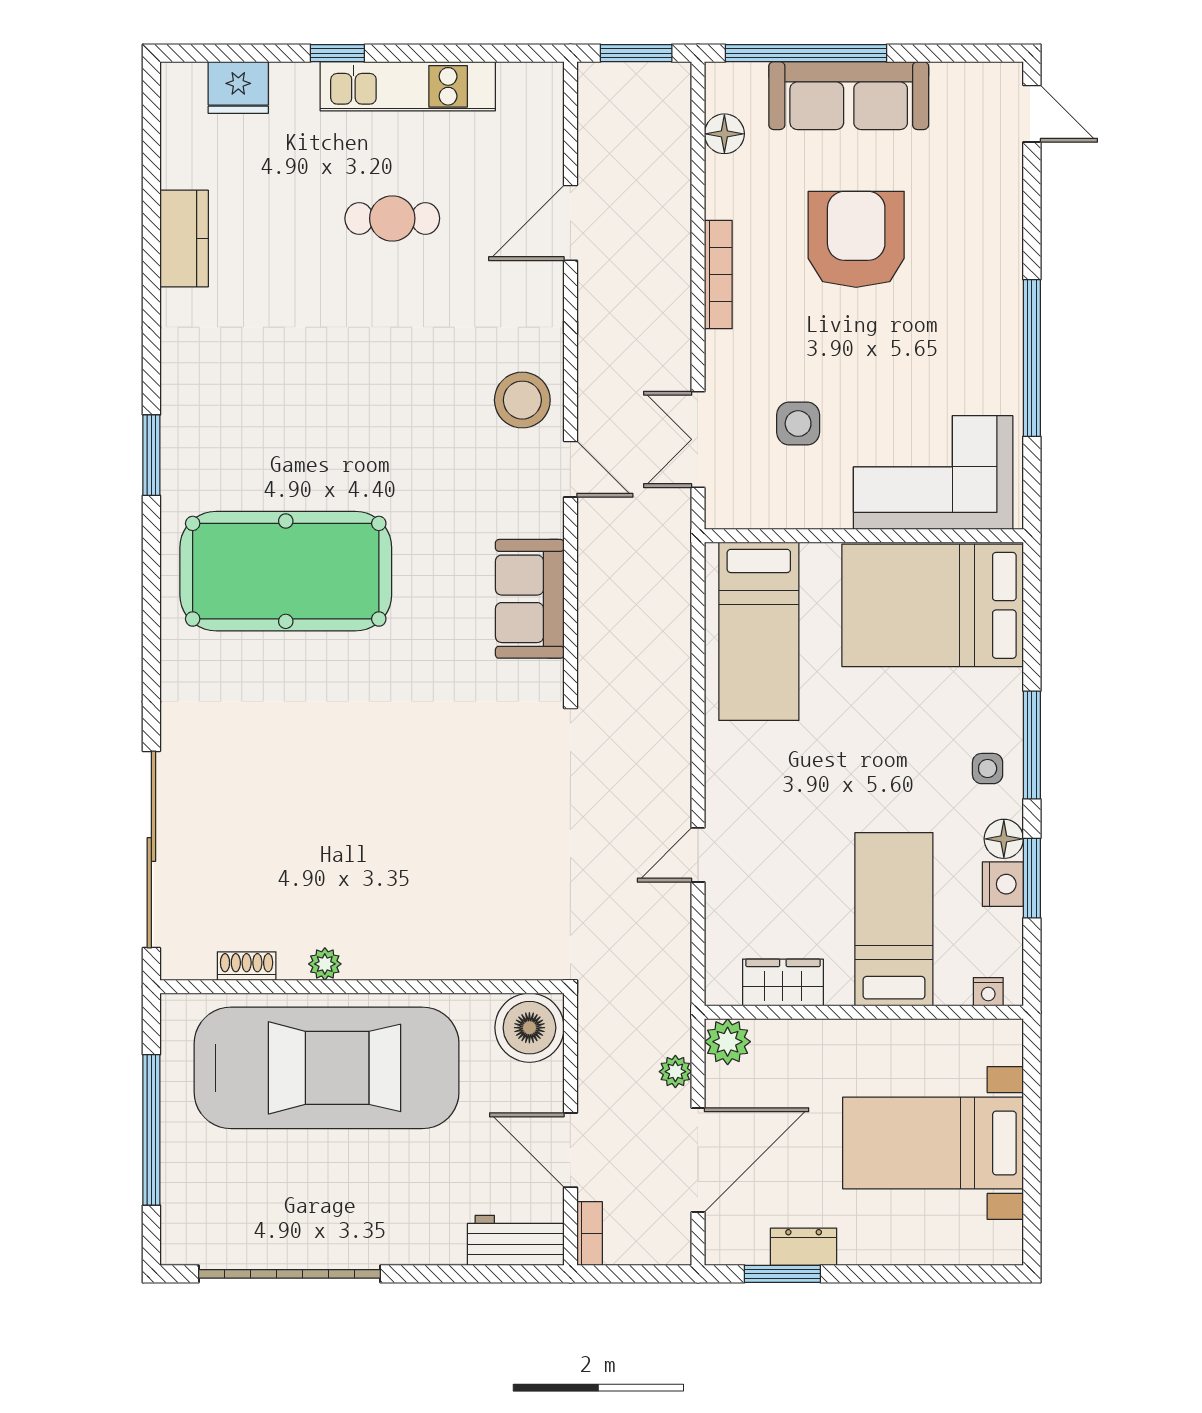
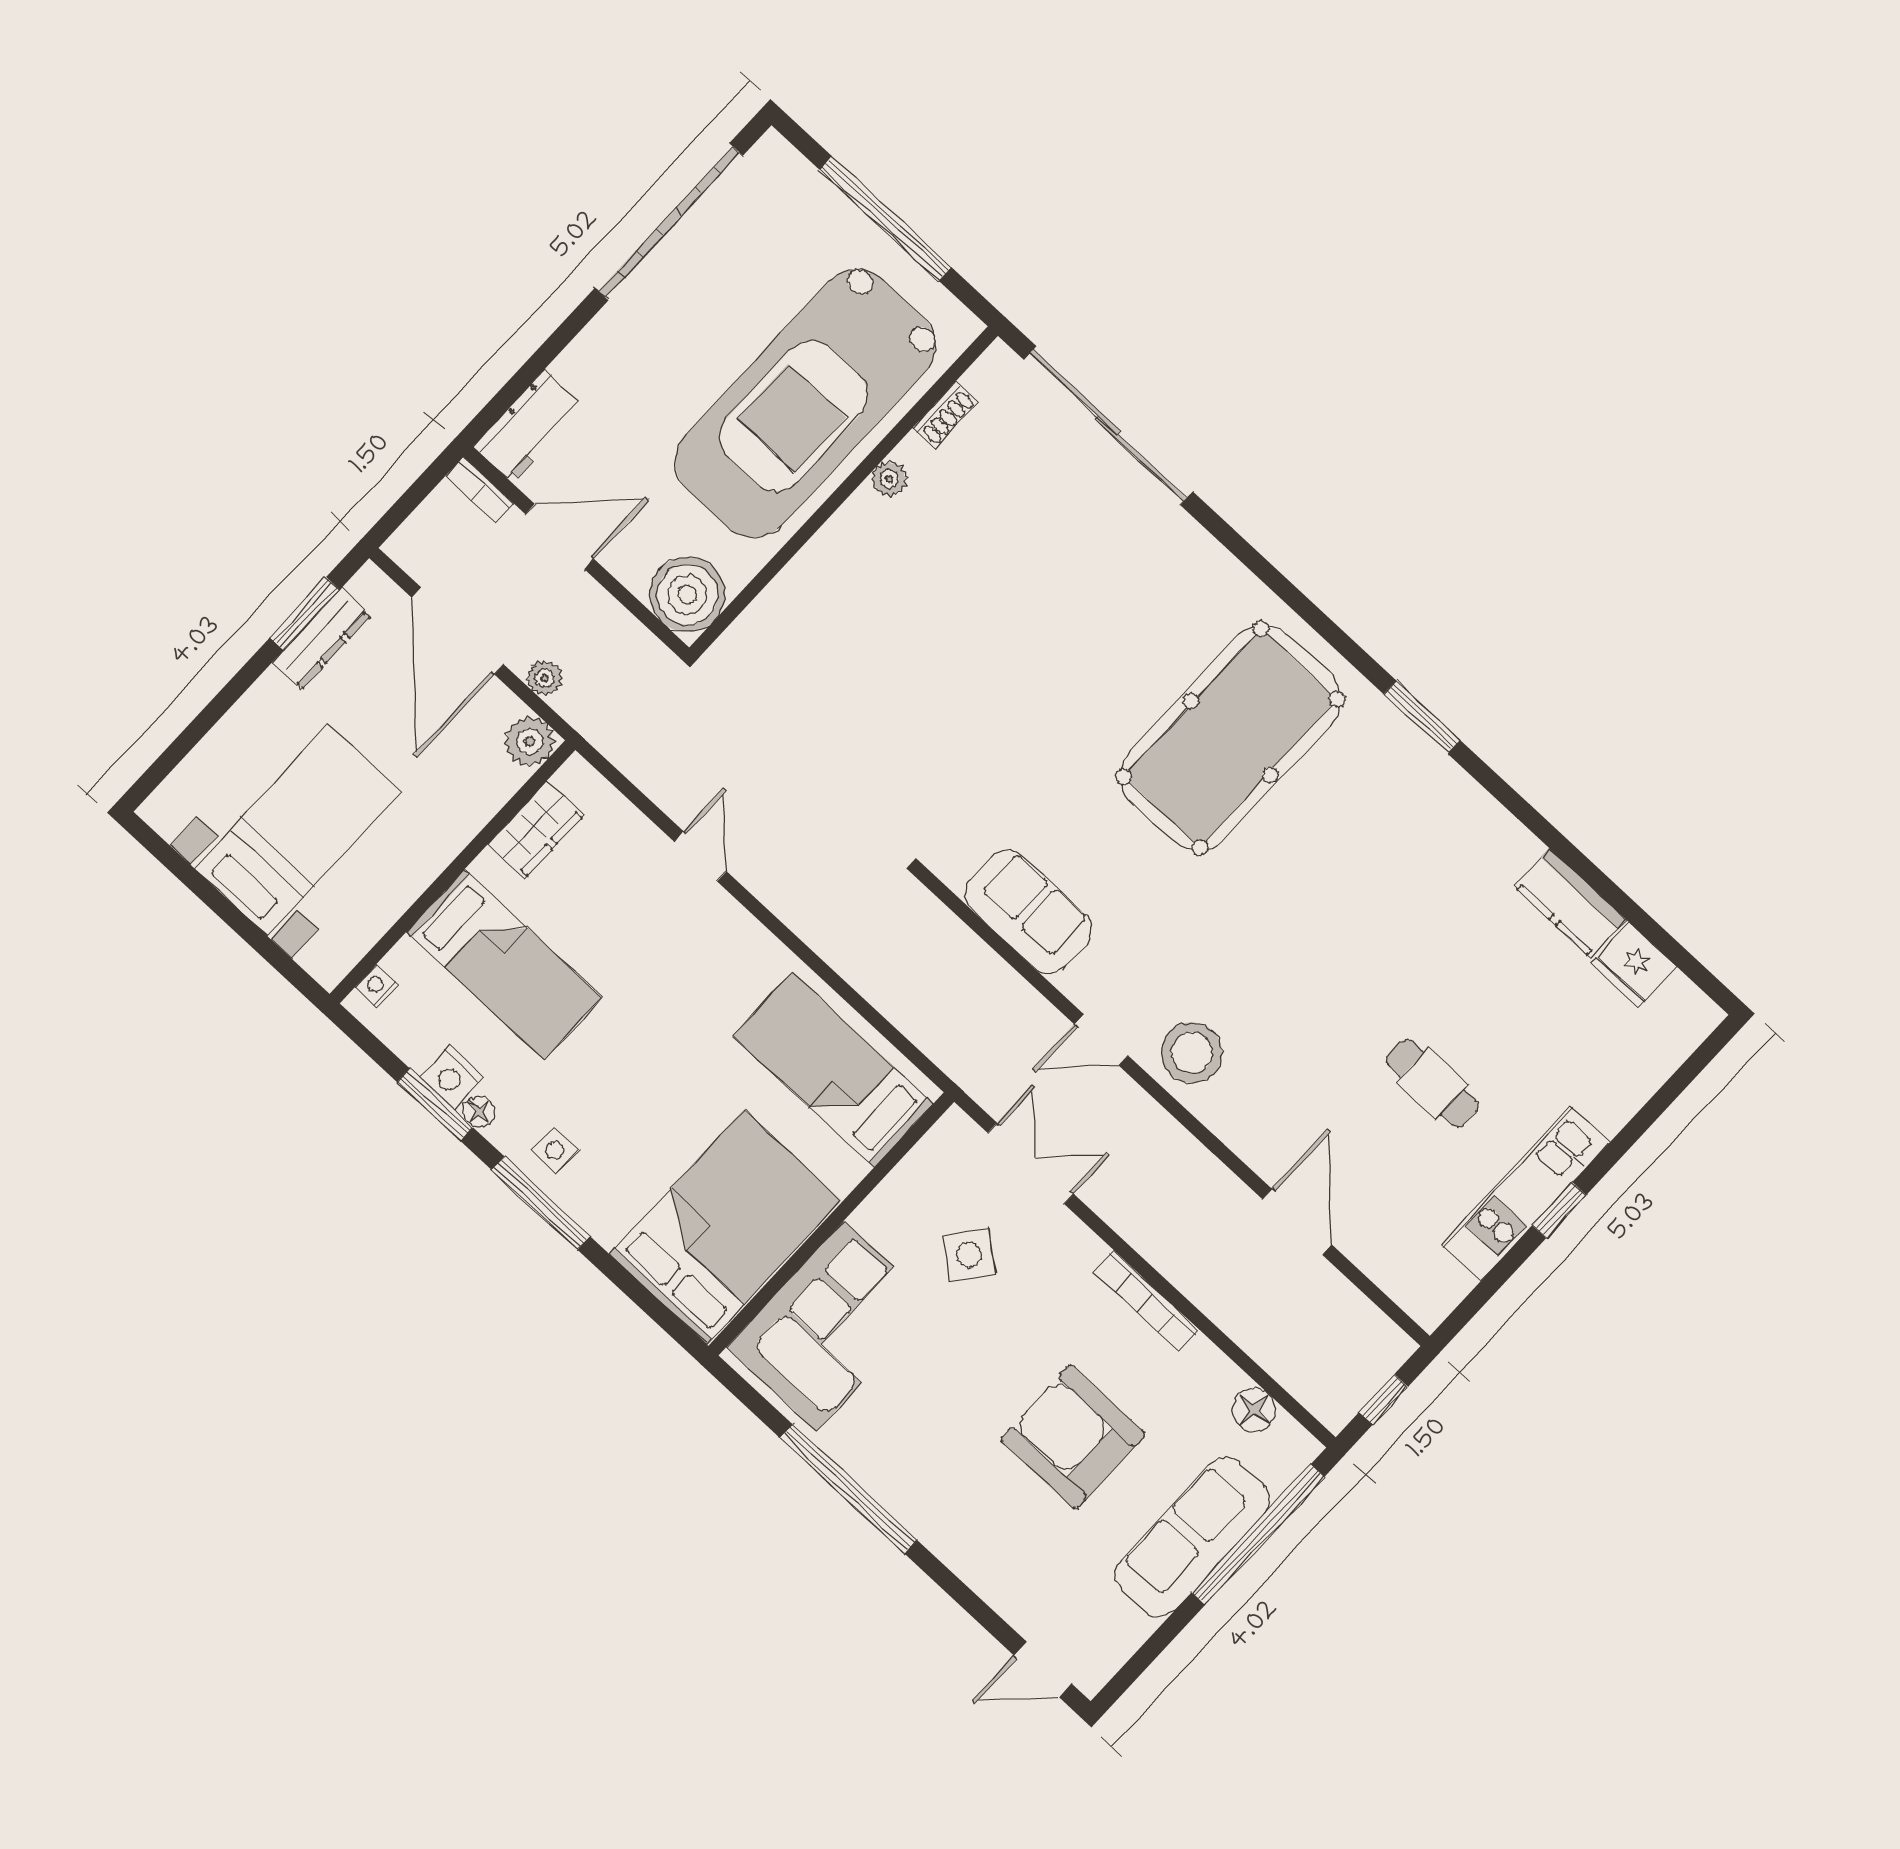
window: (337, 53) -> (1559, 1210), moved
window: (636, 53) -> (1384, 1399), width x0.67
fridge: (238, 88) -> (1634, 965), moved, turned -90
cafe table: (392, 218) -> (1432, 1083), turned 90
armchair: (856, 239) -> (1073, 1437), turned 180
side table: (798, 424) -> (969, 1255), turned 38
floor lamp: (1004, 839) -> (479, 1112), width x0.73, depth x0.73
dresser: (804, 1247) -> (321, 639), width x1.44

